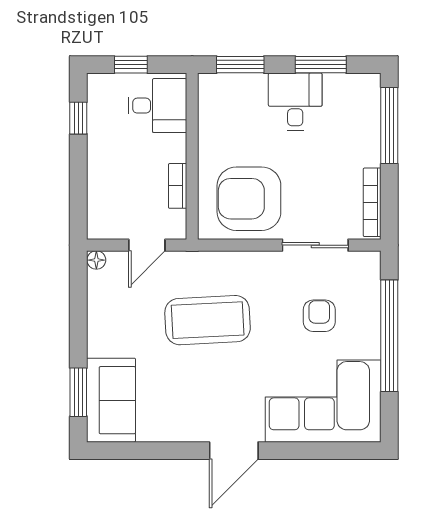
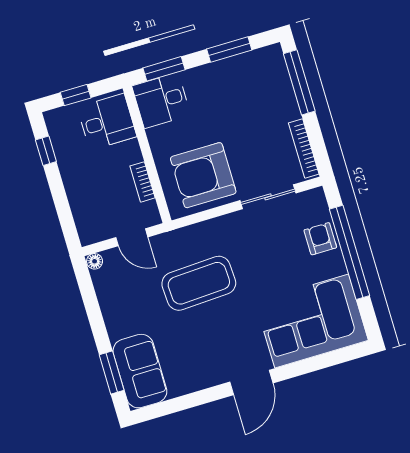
desk: (295, 102) -> (161, 100), moved, turned -90
door: (147, 245) -> (132, 237), hinge flipped
armchair: (319, 316) -> (320, 239), moved

